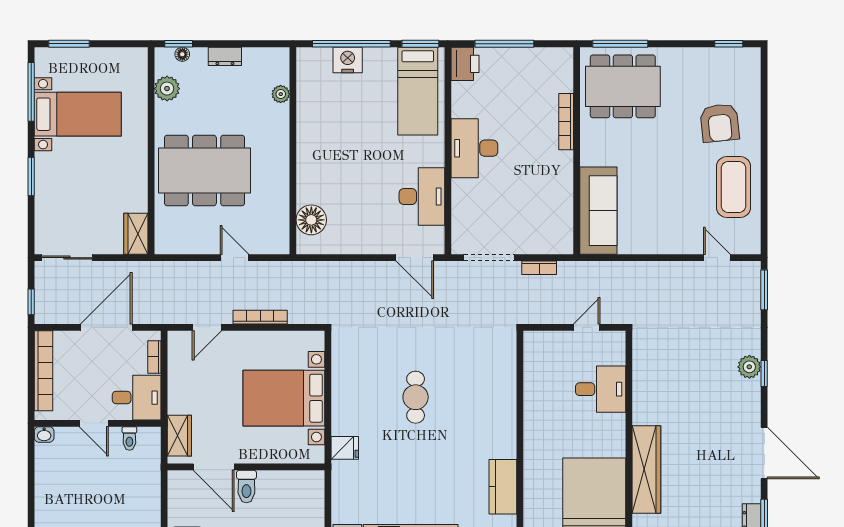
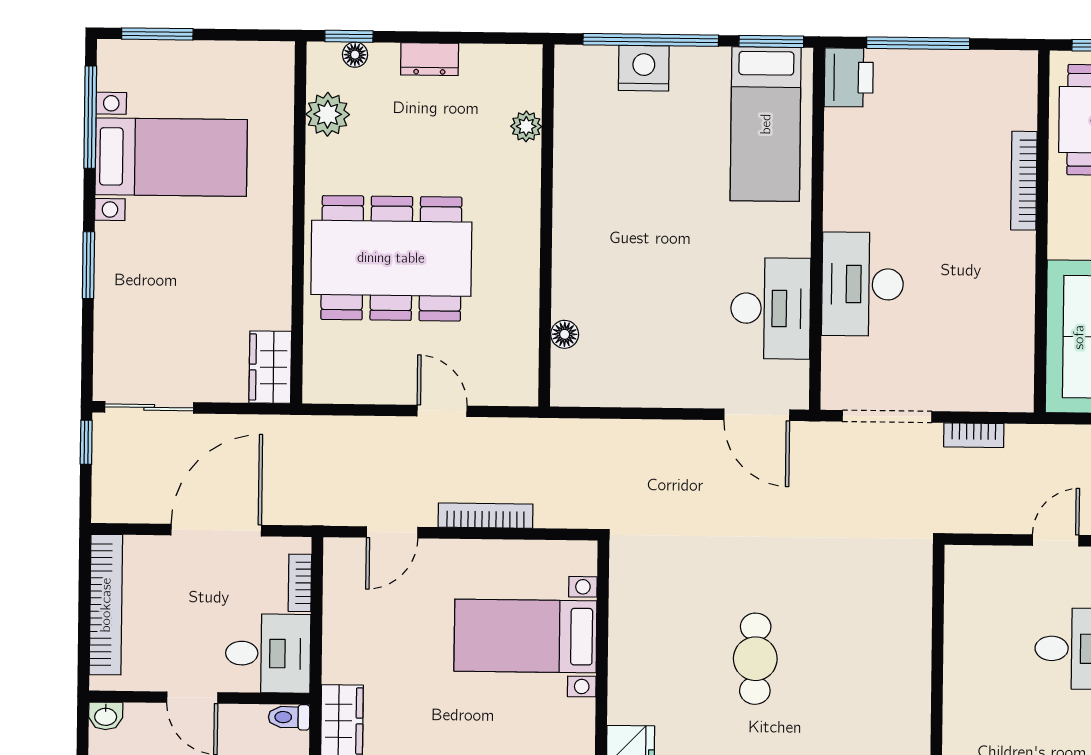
desk: (474, 148) -> (863, 284), moved
floor lamp: (311, 220) -> (565, 334), width x0.53, depth x0.53
window: (31, 302) -> (86, 442), moved
bed with nightstands: (284, 398) -> (525, 636), width x0.73
toilet: (129, 438) -> (289, 717), moved, turned 90

